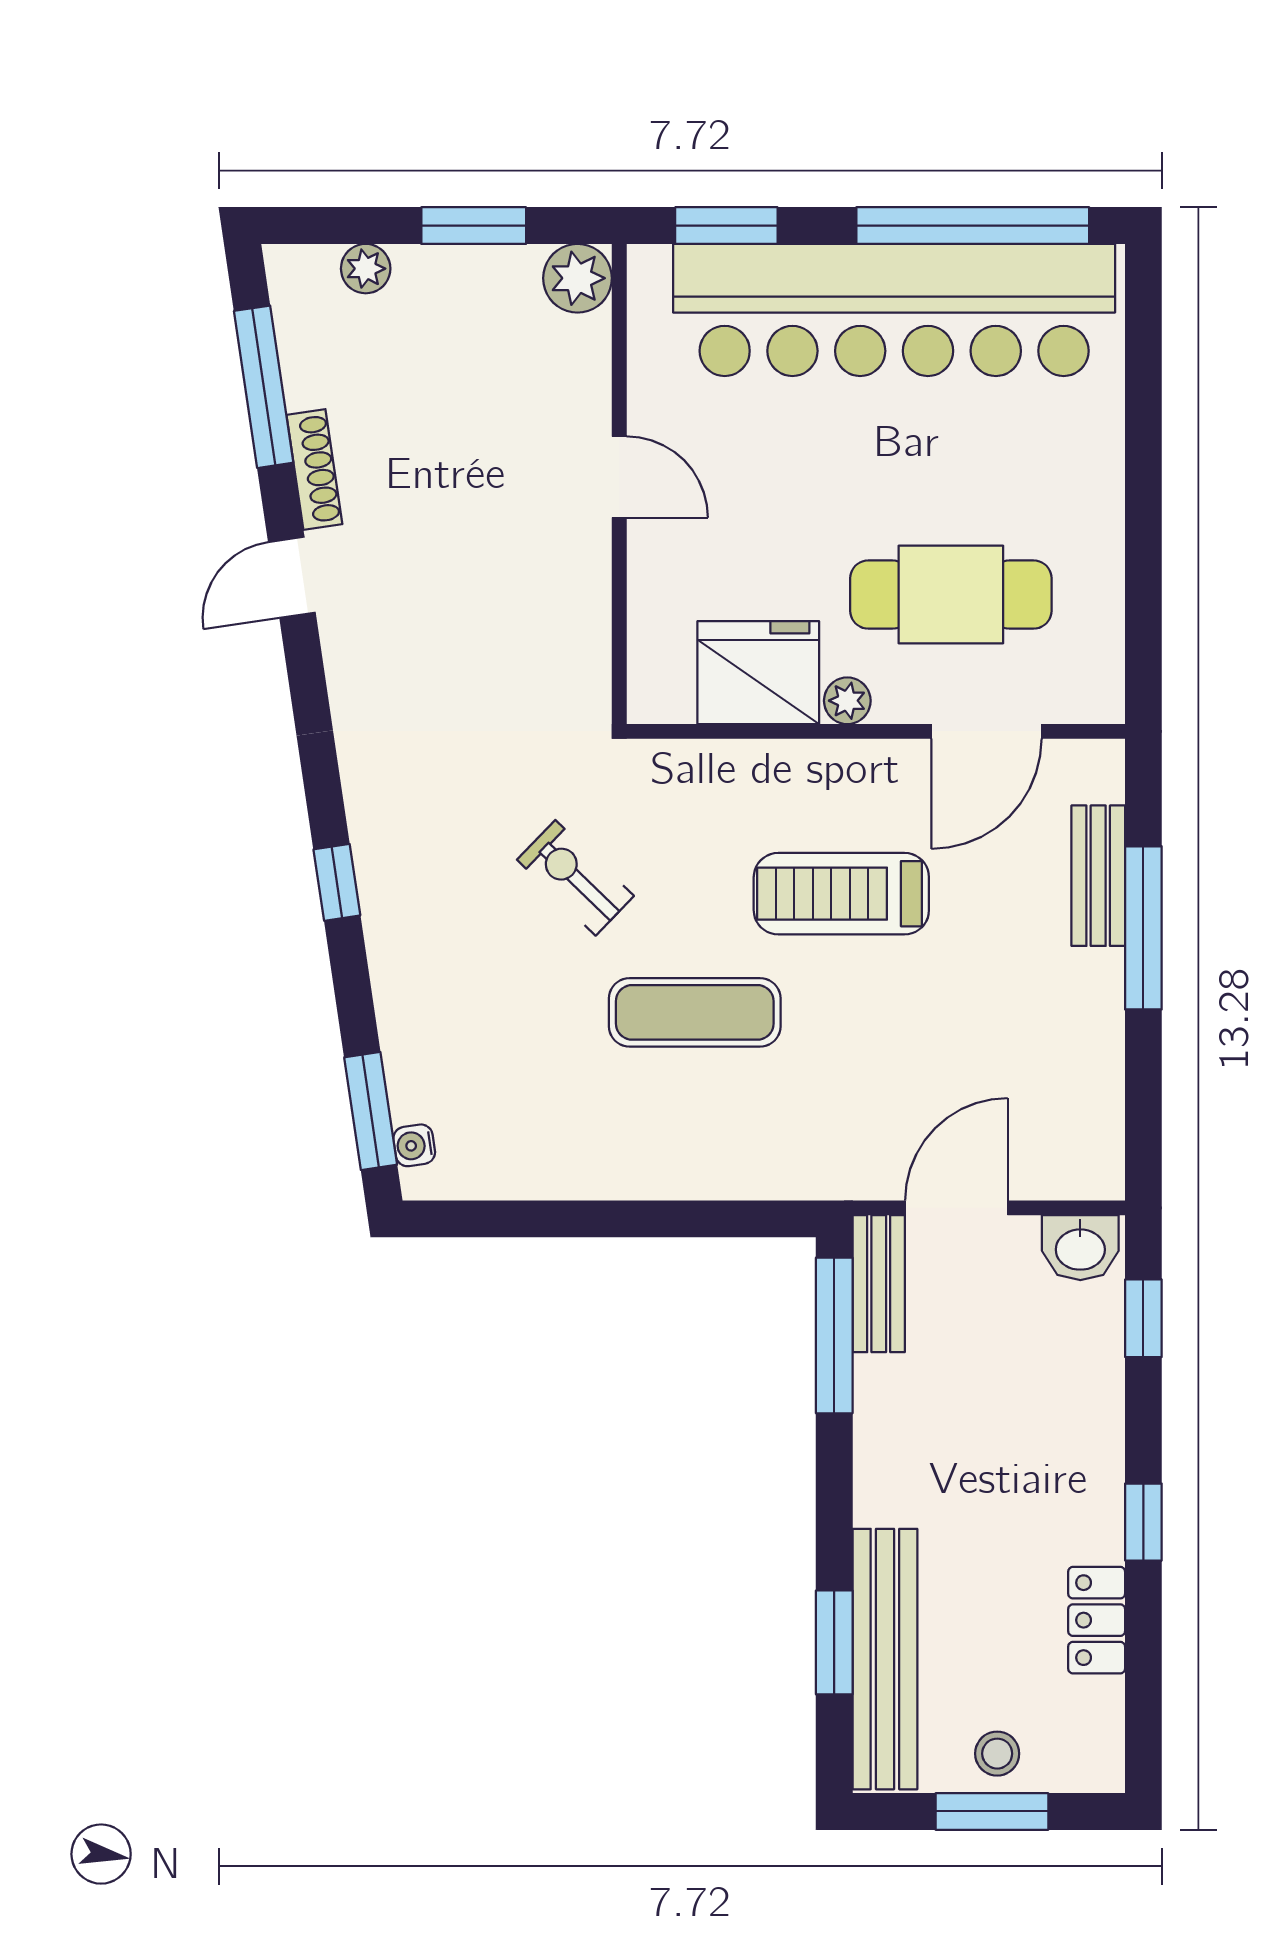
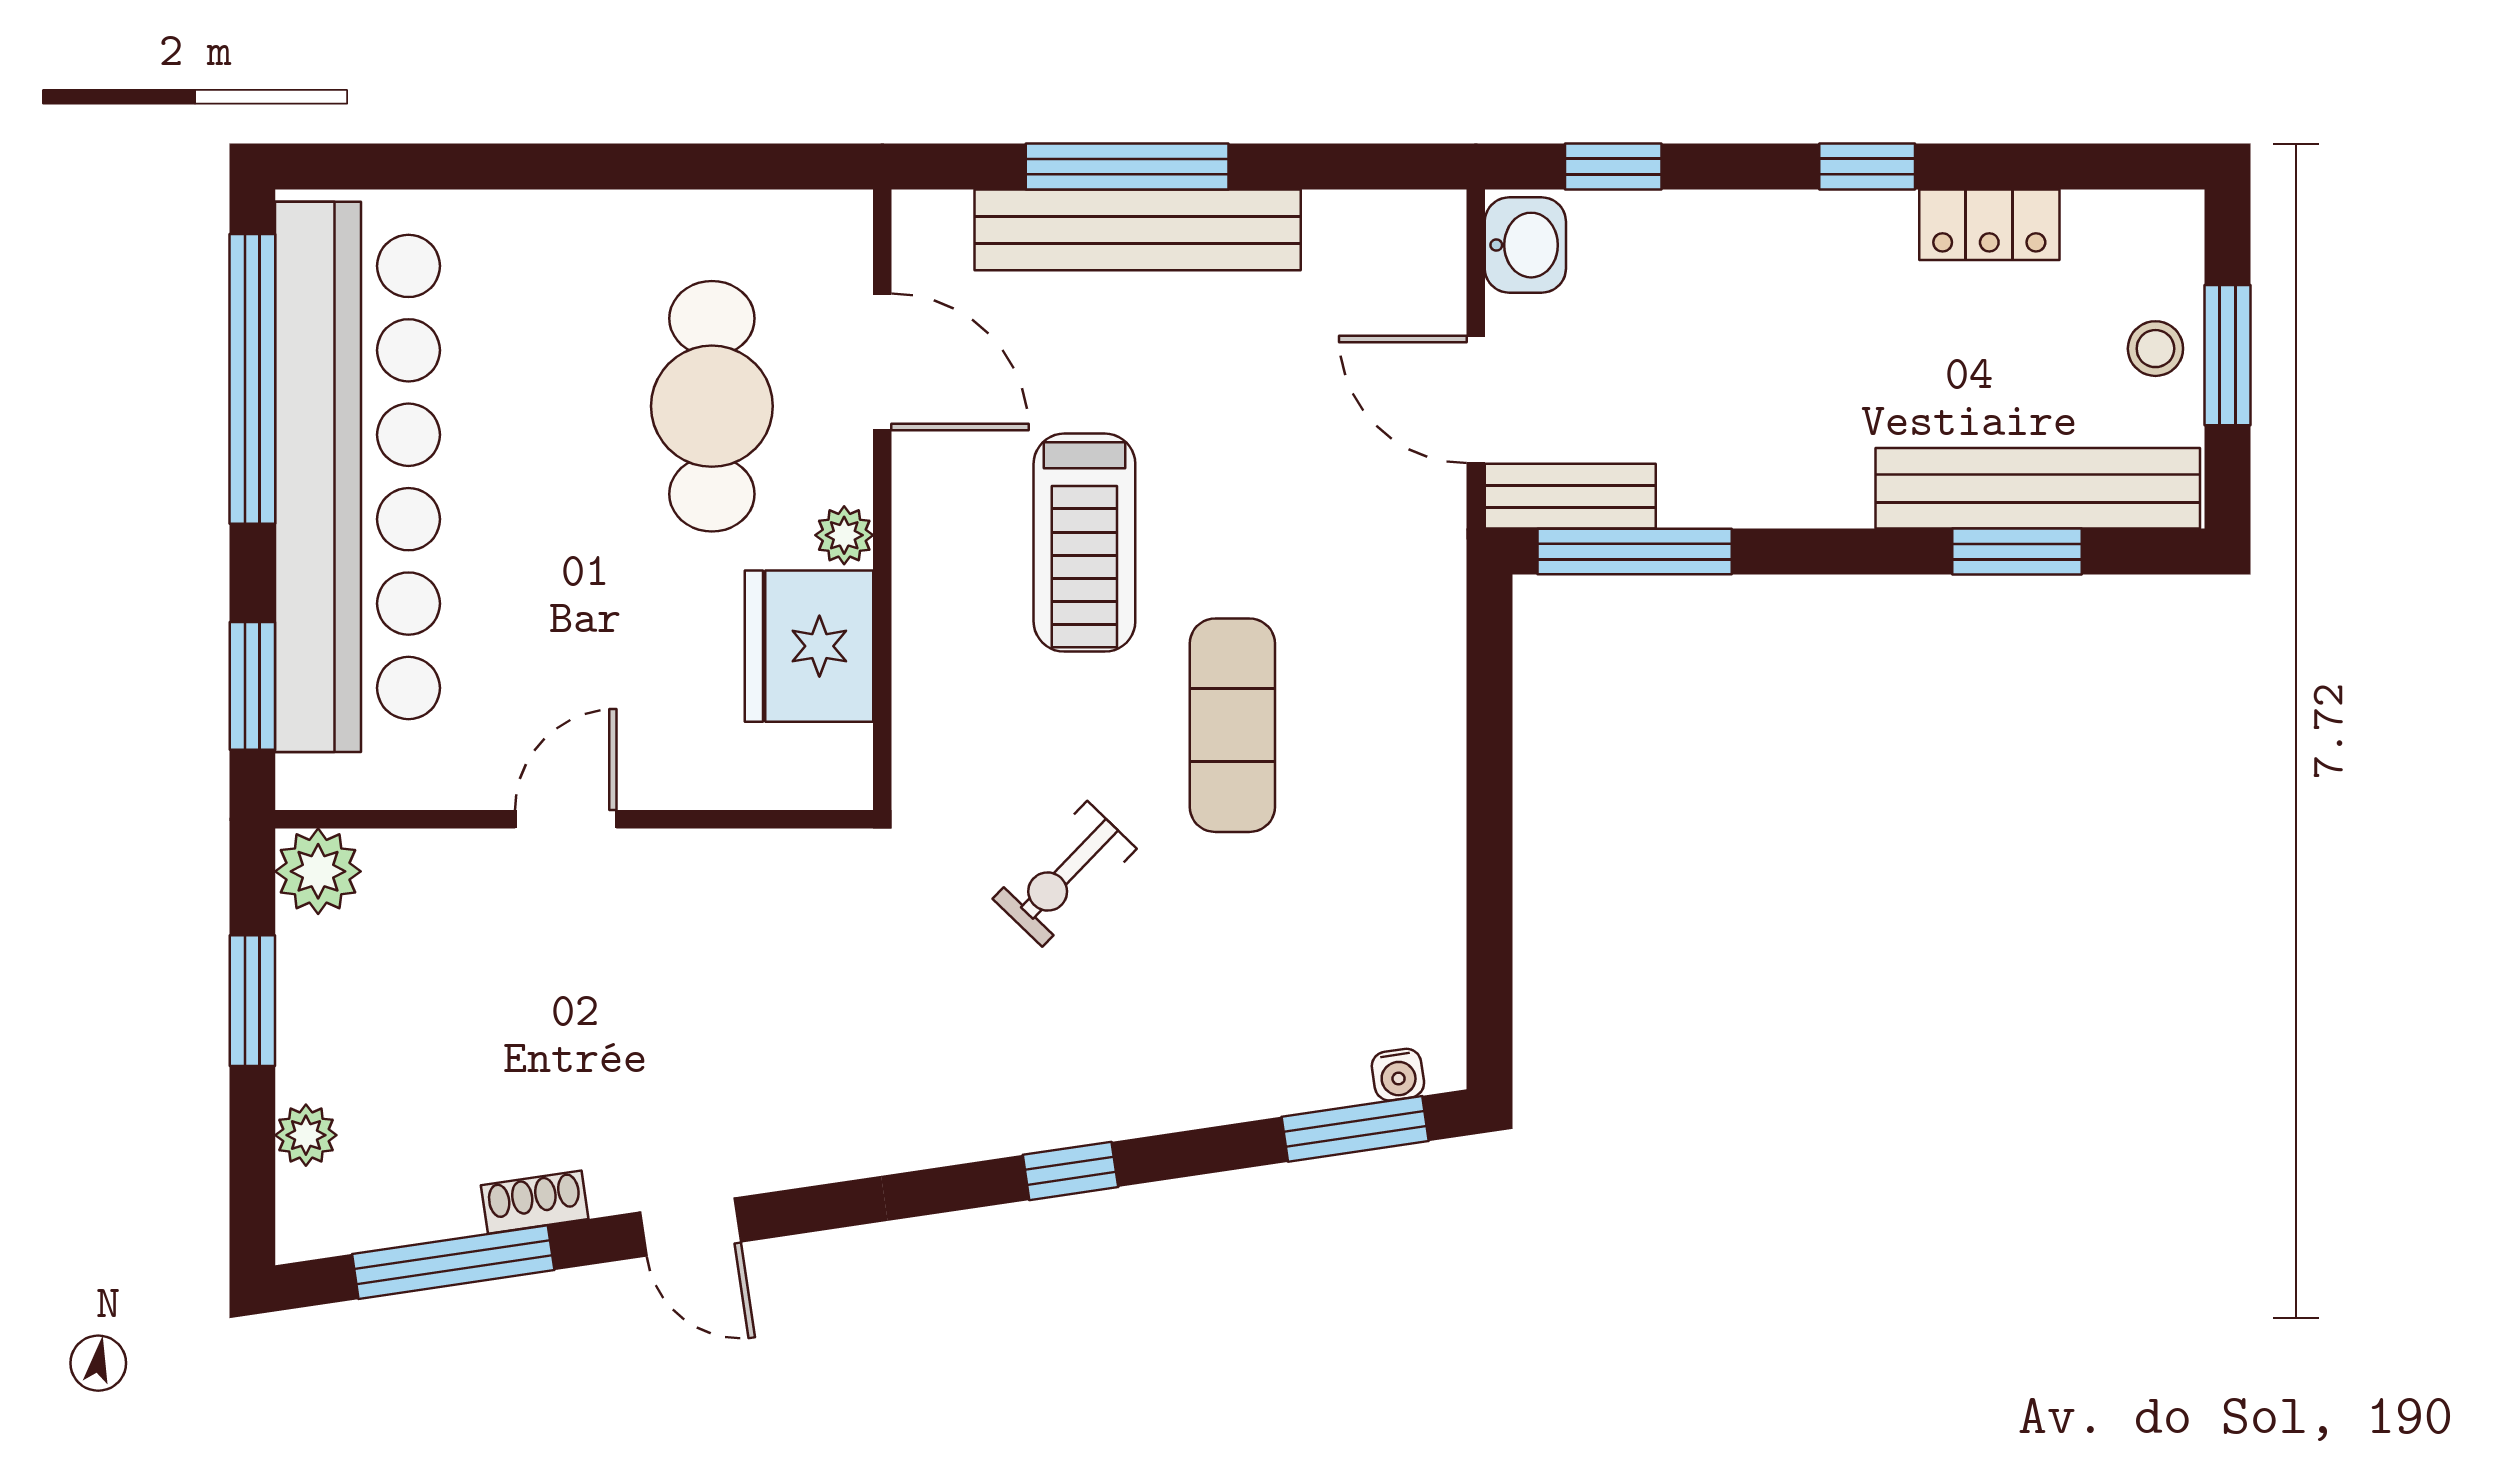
shoe rack: (314, 470) -> (535, 1202), width x0.70
bench: (1098, 876) -> (1138, 230), width x1.86, depth x1.21

